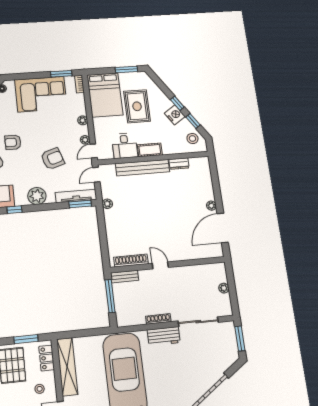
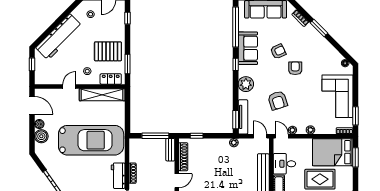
window: (126, 69) -> (355, 157), moved
window: (104, 247) -> (197, 136), added

